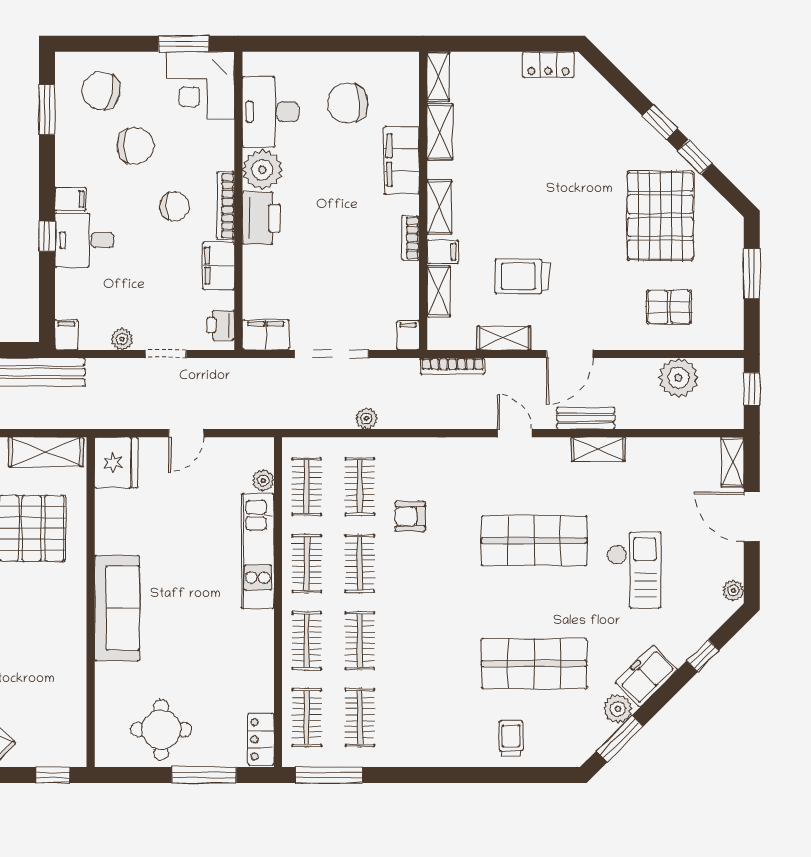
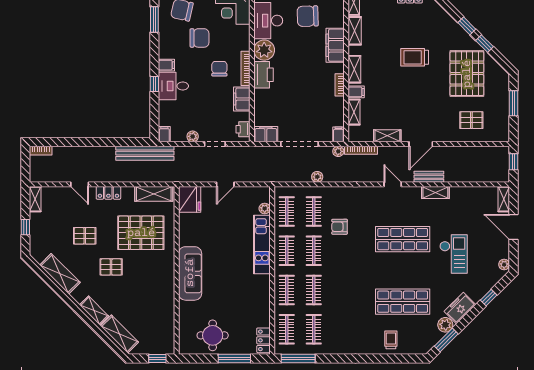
chair: (174, 206) -> (219, 69), turned -90
trolley: (522, 276) -> (415, 57), moved
plant: (678, 378) -> (338, 151), moved, width x0.53, depth x0.53

